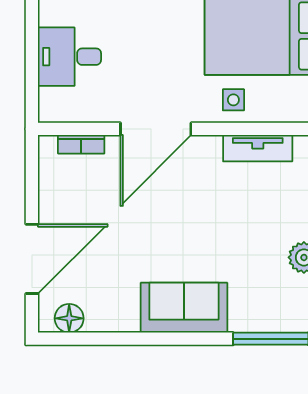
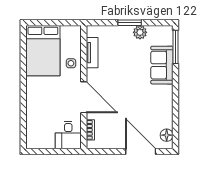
desk: (70, 57) -> (68, 135), moved
sofa: (184, 308) -> (162, 65), moved

